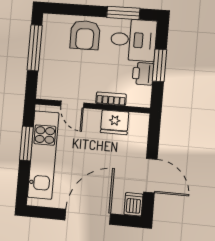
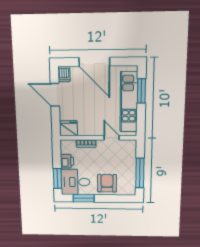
window: (159, 65) -> (57, 178), moved
fridge: (115, 122) -> (68, 128), moved
window: (26, 143) -> (141, 91), moved
door: (88, 217) -> (94, 62), hinge flipped

